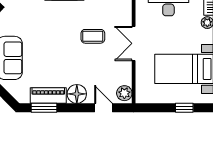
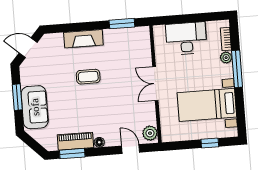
coffee table: (93, 36) -> (88, 77), moved
floor lamp: (77, 94) -> (99, 142), width x0.53, depth x0.53

